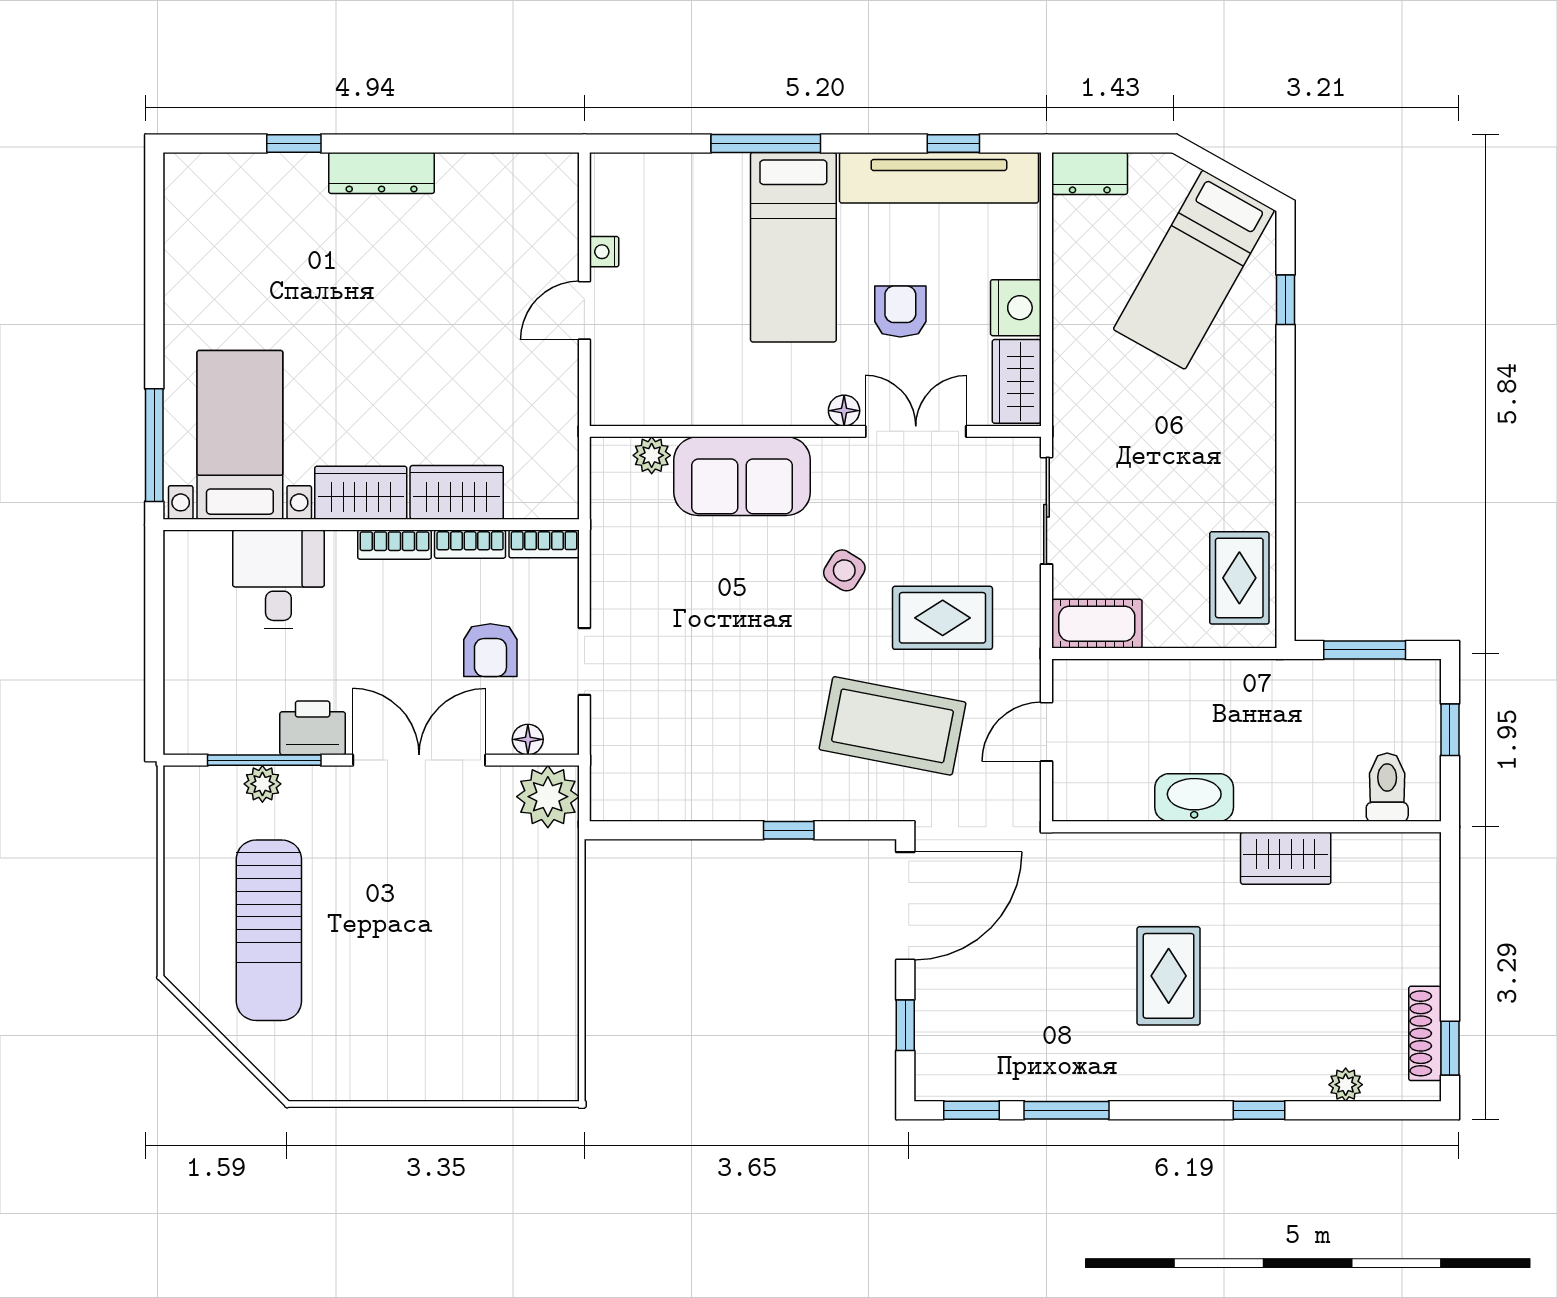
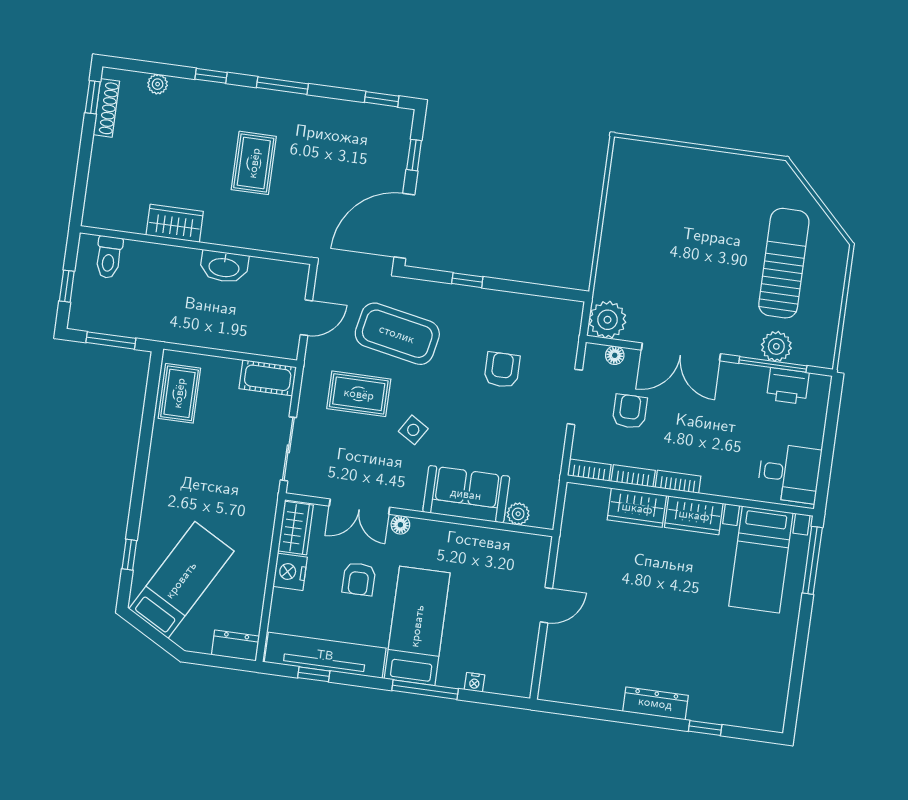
nightstand: (604, 252) -> (474, 682), moved, turned 90
desk: (278, 579) -> (789, 473), moved, turned -90
doorway: (584, 662) -> (575, 397), width x1.38
armchair: (711, 690) -> (502, 370), added
printer: (313, 728) -> (788, 386), moved
plant: (262, 784) -> (776, 346), width x1.38, depth x1.38
window: (1067, 1110) -> (282, 86), moved

